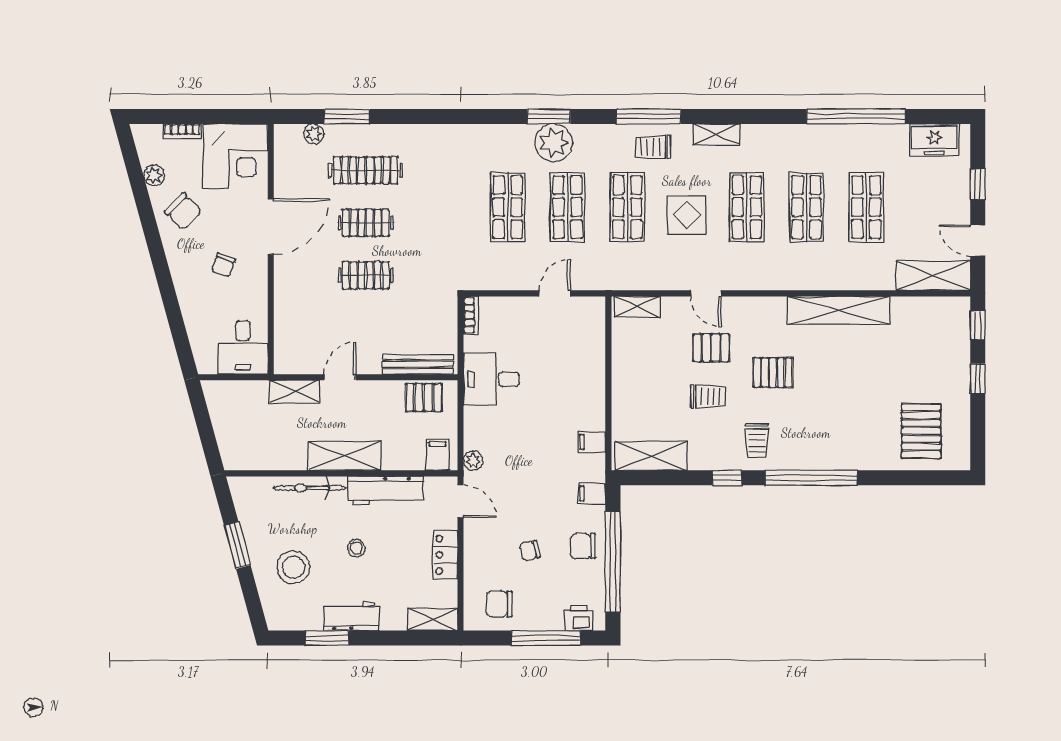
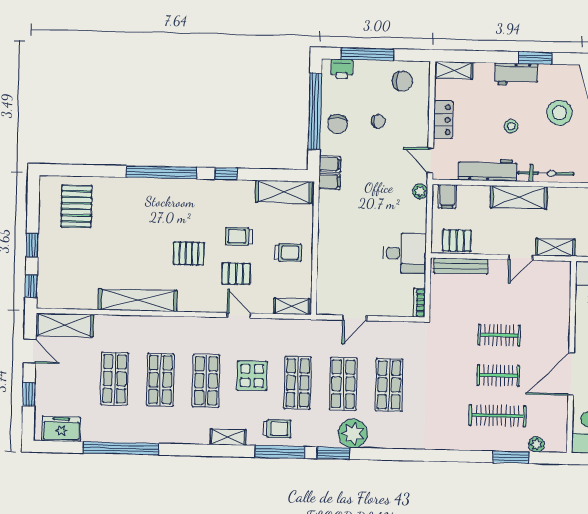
window: (549, 116) -> (333, 453), moved
trolley: (757, 441) -> (288, 253), moved, turned 90
filing cabinet: (592, 442) -> (329, 182), moved
chair: (583, 546) -> (338, 124), turned 95

